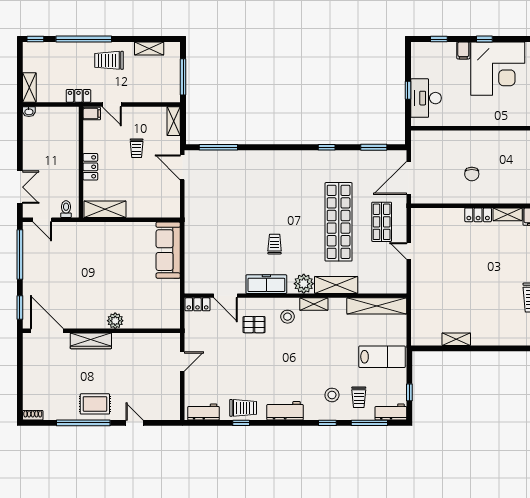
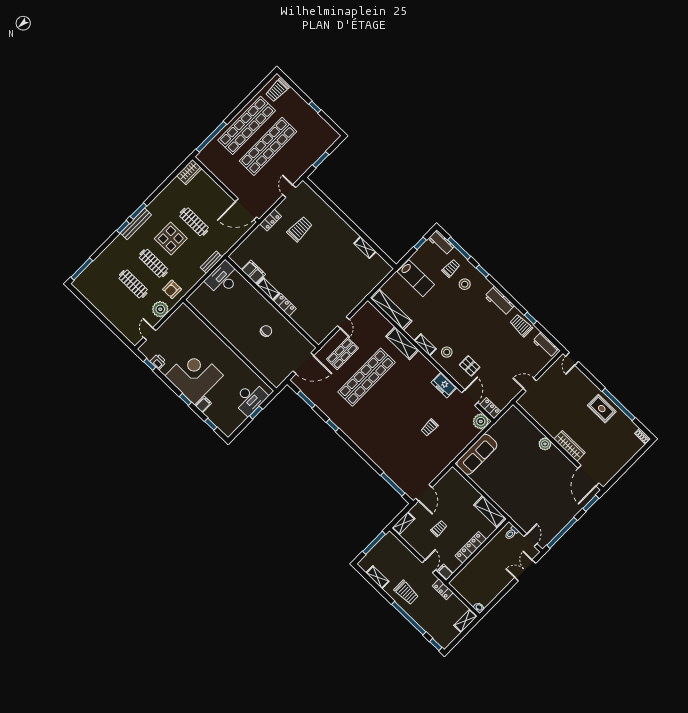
locker: (90, 167) -> (471, 547), width x1.53
trolley: (275, 244) -> (430, 428), moved
freezer: (266, 284) -> (444, 385), width x0.71
plant: (304, 284) -> (481, 421), moved
lab bench: (382, 357) -> (416, 278), turned 180
door: (135, 423) -> (572, 359), moved

